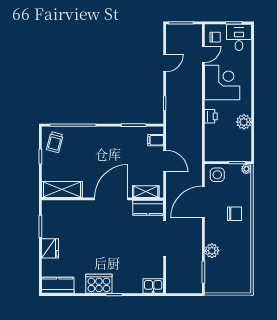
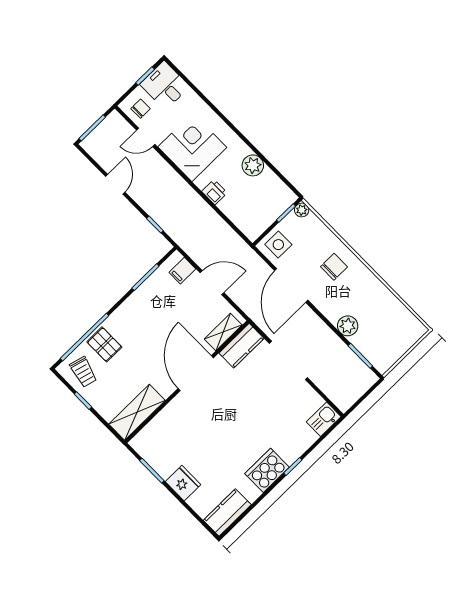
door: (203, 54) -> (146, 137), swing flipped
pallet: (79, 139) -> (104, 344), added

